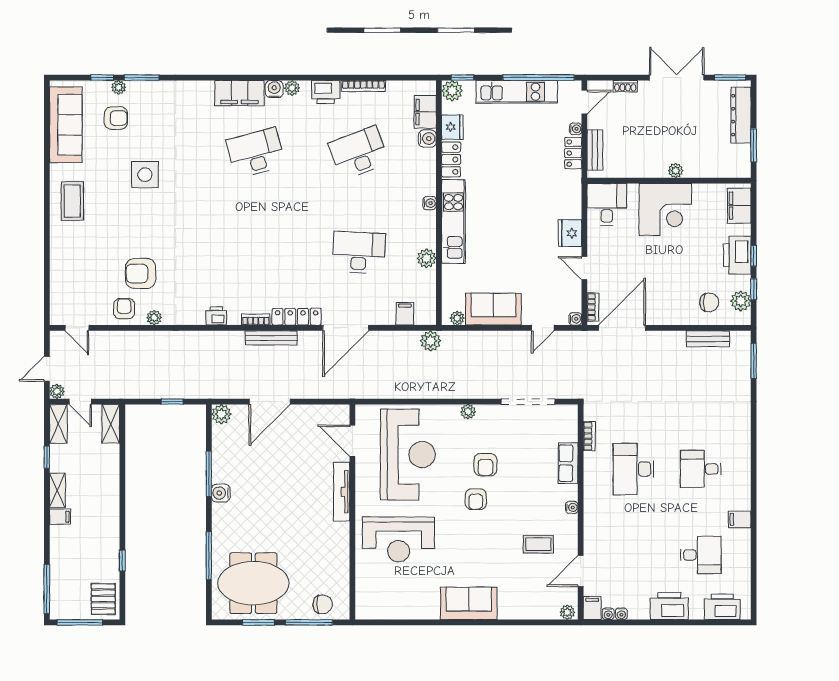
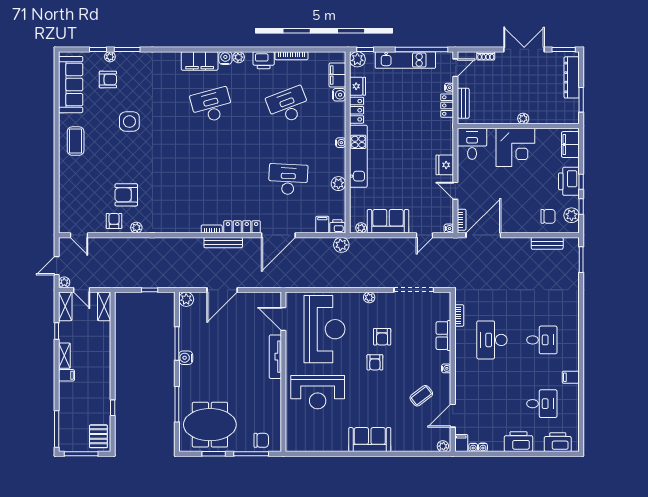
printer: (216, 316) -> (337, 226), moved
desk: (701, 469) -> (542, 340), turned 180
coffee table: (538, 544) -> (421, 396), turned -37

